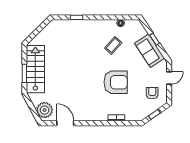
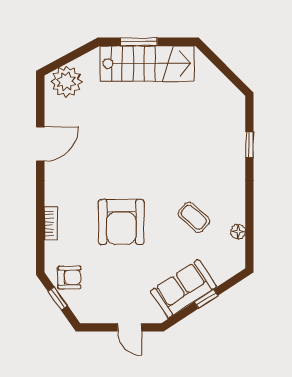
armchair: (152, 93) -> (69, 277), moved
door: (65, 123) -> (40, 144), moved

